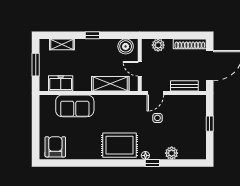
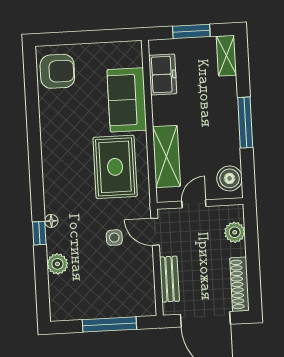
window: (92, 35) -> (245, 123), width x2.17
shelving: (62, 44) -> (226, 56), moved
window: (210, 124) -> (109, 324), width x2.17
rug: (119, 145) -> (115, 167), moved

